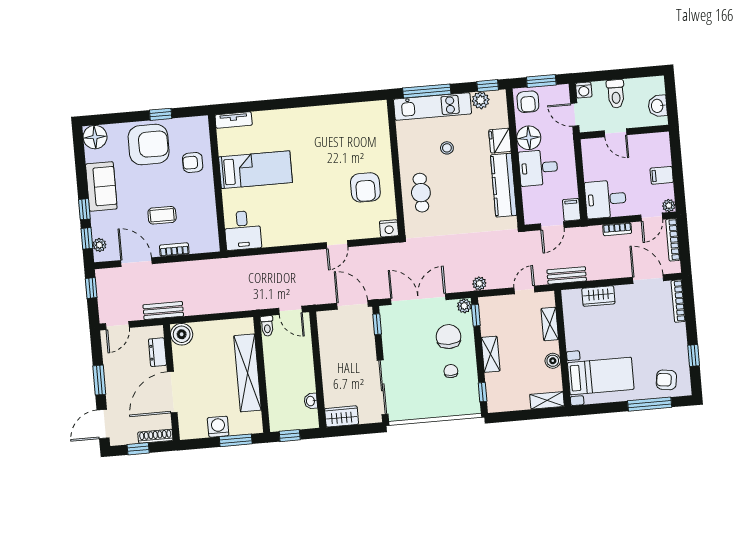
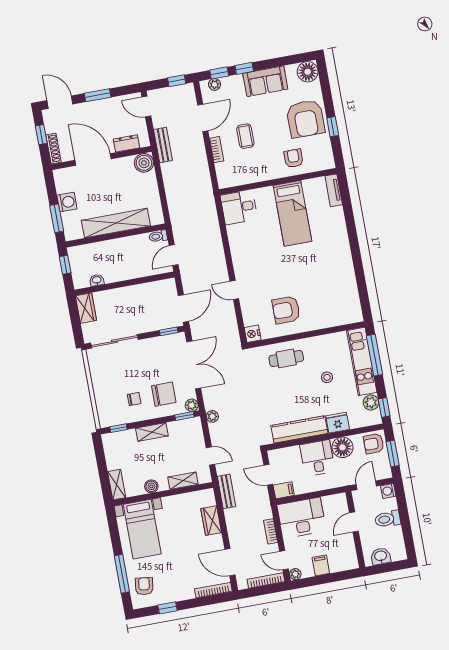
desk: (606, 199) -> (301, 518), width x1.37
door: (648, 279) -> (230, 562), swing flipped

